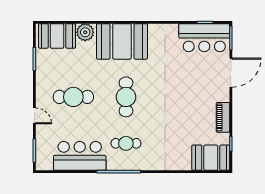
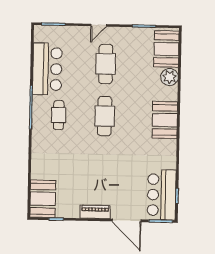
booth: (122, 41) -> (165, 120), width x0.73, depth x0.70
cafe table: (126, 97) -> (105, 116), turned 90
door: (34, 116) -> (99, 25), moved
piano: (223, 117) -> (95, 212), moved

